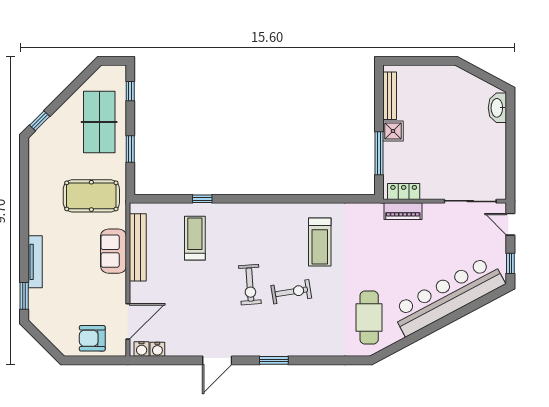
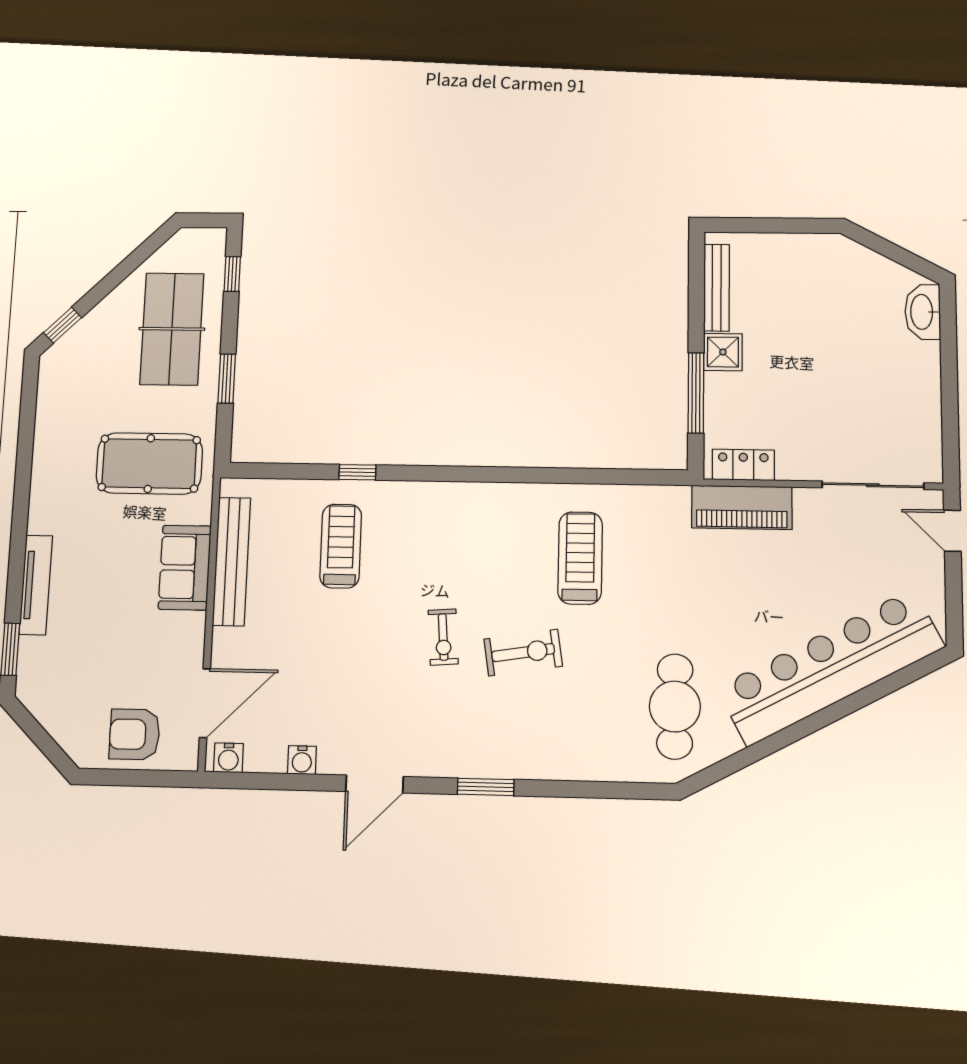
piano: (403, 211) -> (742, 507), width x1.37, depth x1.33
treadmill: (320, 242) -> (580, 558), turned 180
window: (510, 263) -> (954, 606), removed
exercise bike: (250, 285) -> (443, 637), width x0.73, depth x0.72
water cooler: (157, 349) -> (302, 760), moved

